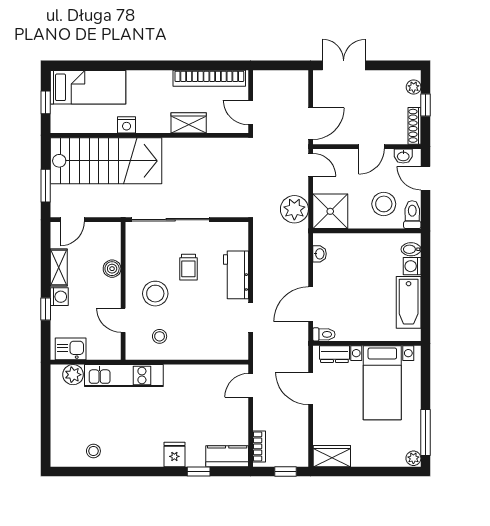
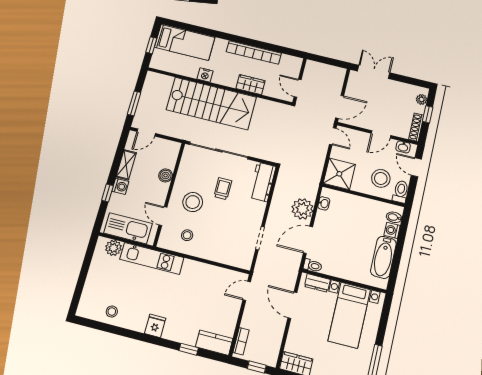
bookcase: (209, 78) -> (254, 52), moved
stairs: (106, 161) -> (211, 103), moved
plant: (294, 209) -> (302, 209), moved
trolley: (188, 267) -> (223, 189), turned 180
workbench: (236, 275) -> (262, 182), moved
kitchen sink: (71, 349) -> (128, 228), width x1.88, depth x1.24
fridge: (174, 454) -> (155, 326), moved

